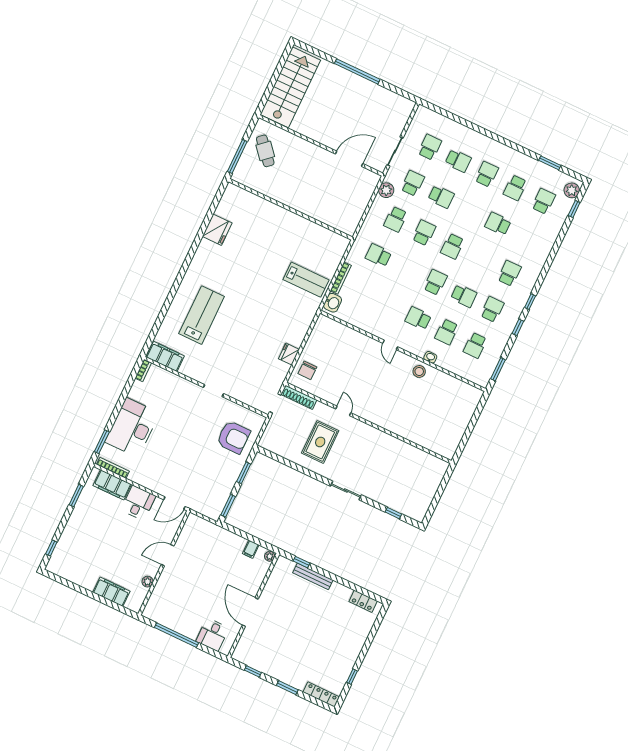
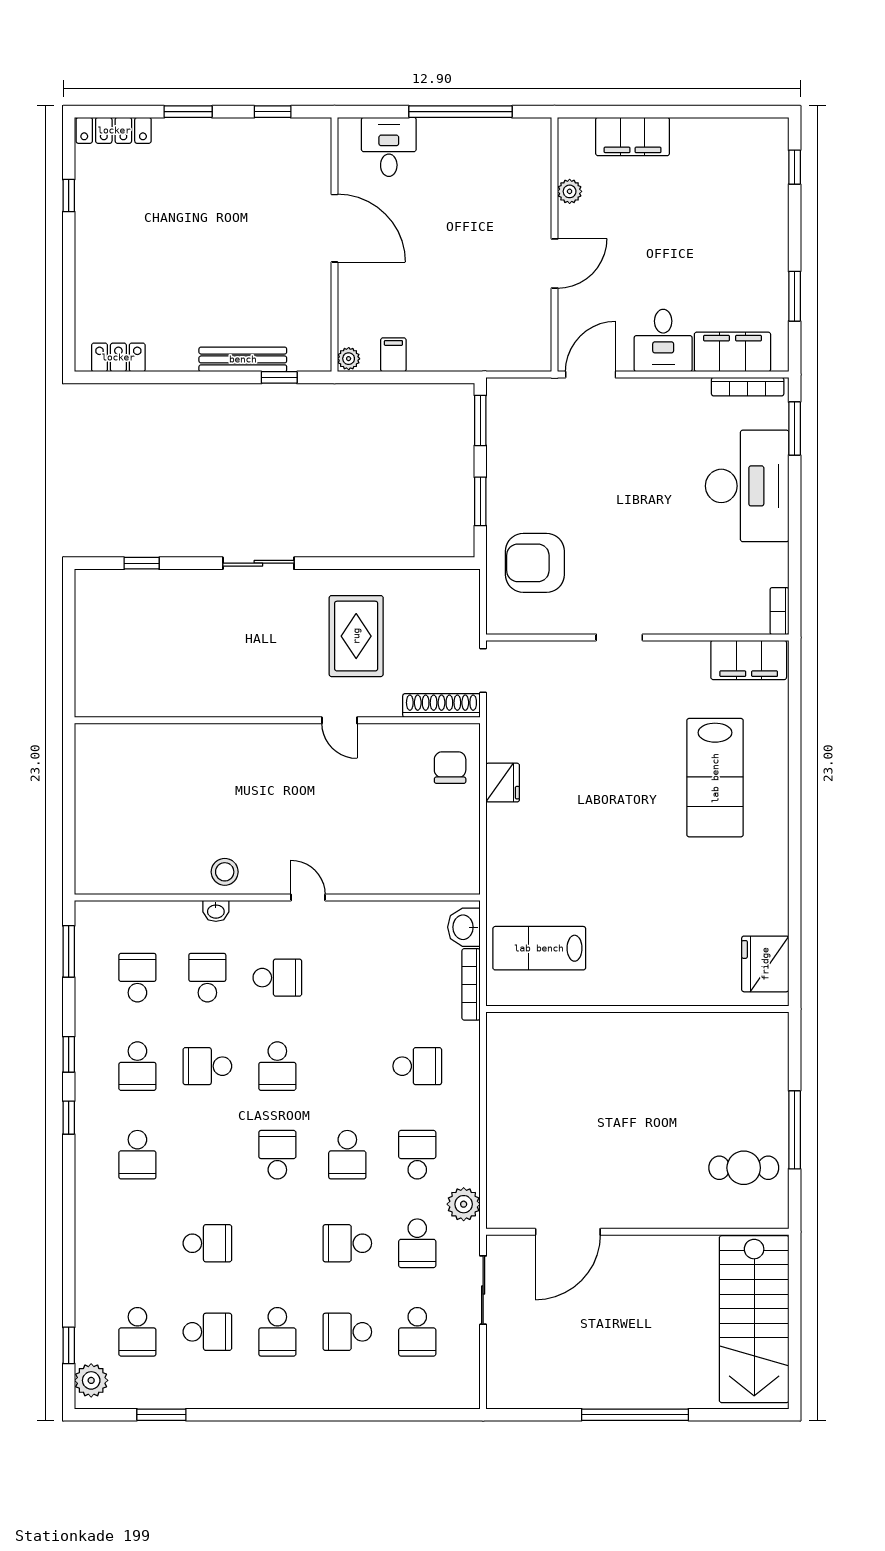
cafe table: (265, 151) -> (744, 1168), turned -49
school desk: (515, 188) -> (207, 1332), turned 90
wall: (291, 209) -> (637, 1009), moved

